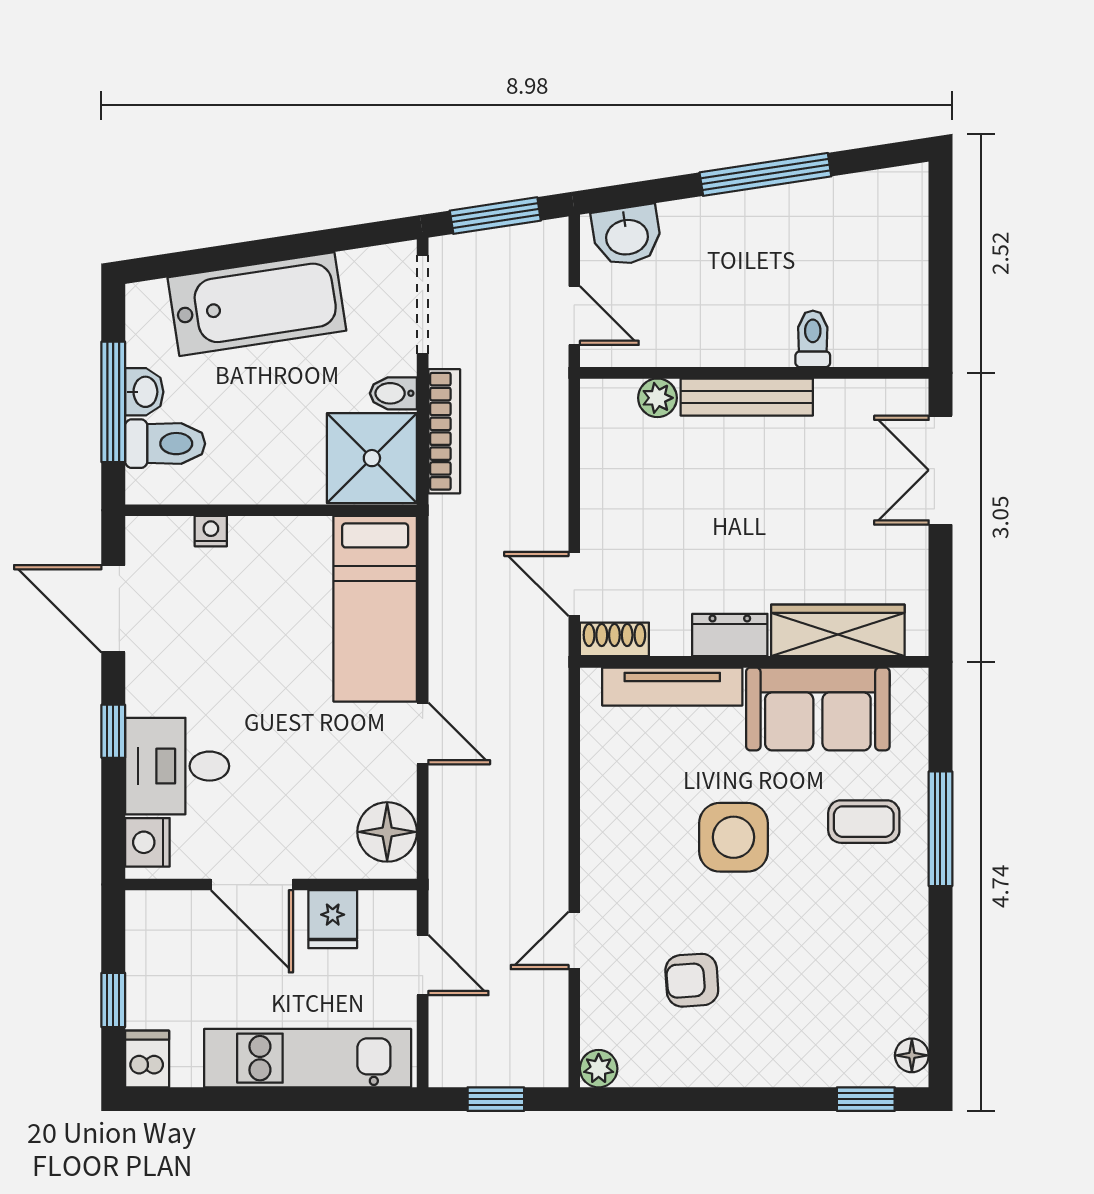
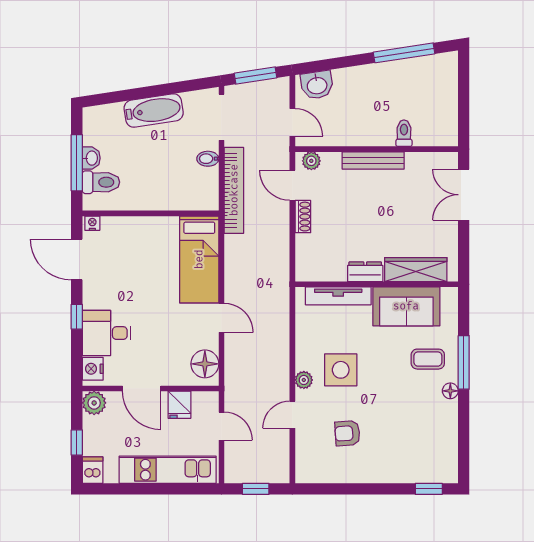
window: (765, 174) -> (404, 53), moved
bathtub: (257, 304) -> (154, 111), width x0.73, depth x0.73
plant: (657, 398) -> (311, 161), moved
bookcase: (444, 431) -> (234, 190), width x1.48, depth x1.31
shower: (372, 458) -> (198, 189), removed
nightstand: (211, 531) -> (92, 223), moved
door: (574, 584) -> (292, 185), moved
shoe rack: (614, 639) -> (303, 217), moved, turned 90
side table: (734, 837) -> (341, 370), moved
plant: (150, 915) -> (94, 403), added
floor lamp: (912, 1055) -> (450, 391), moved
plant: (599, 1069) -> (304, 380), moved

